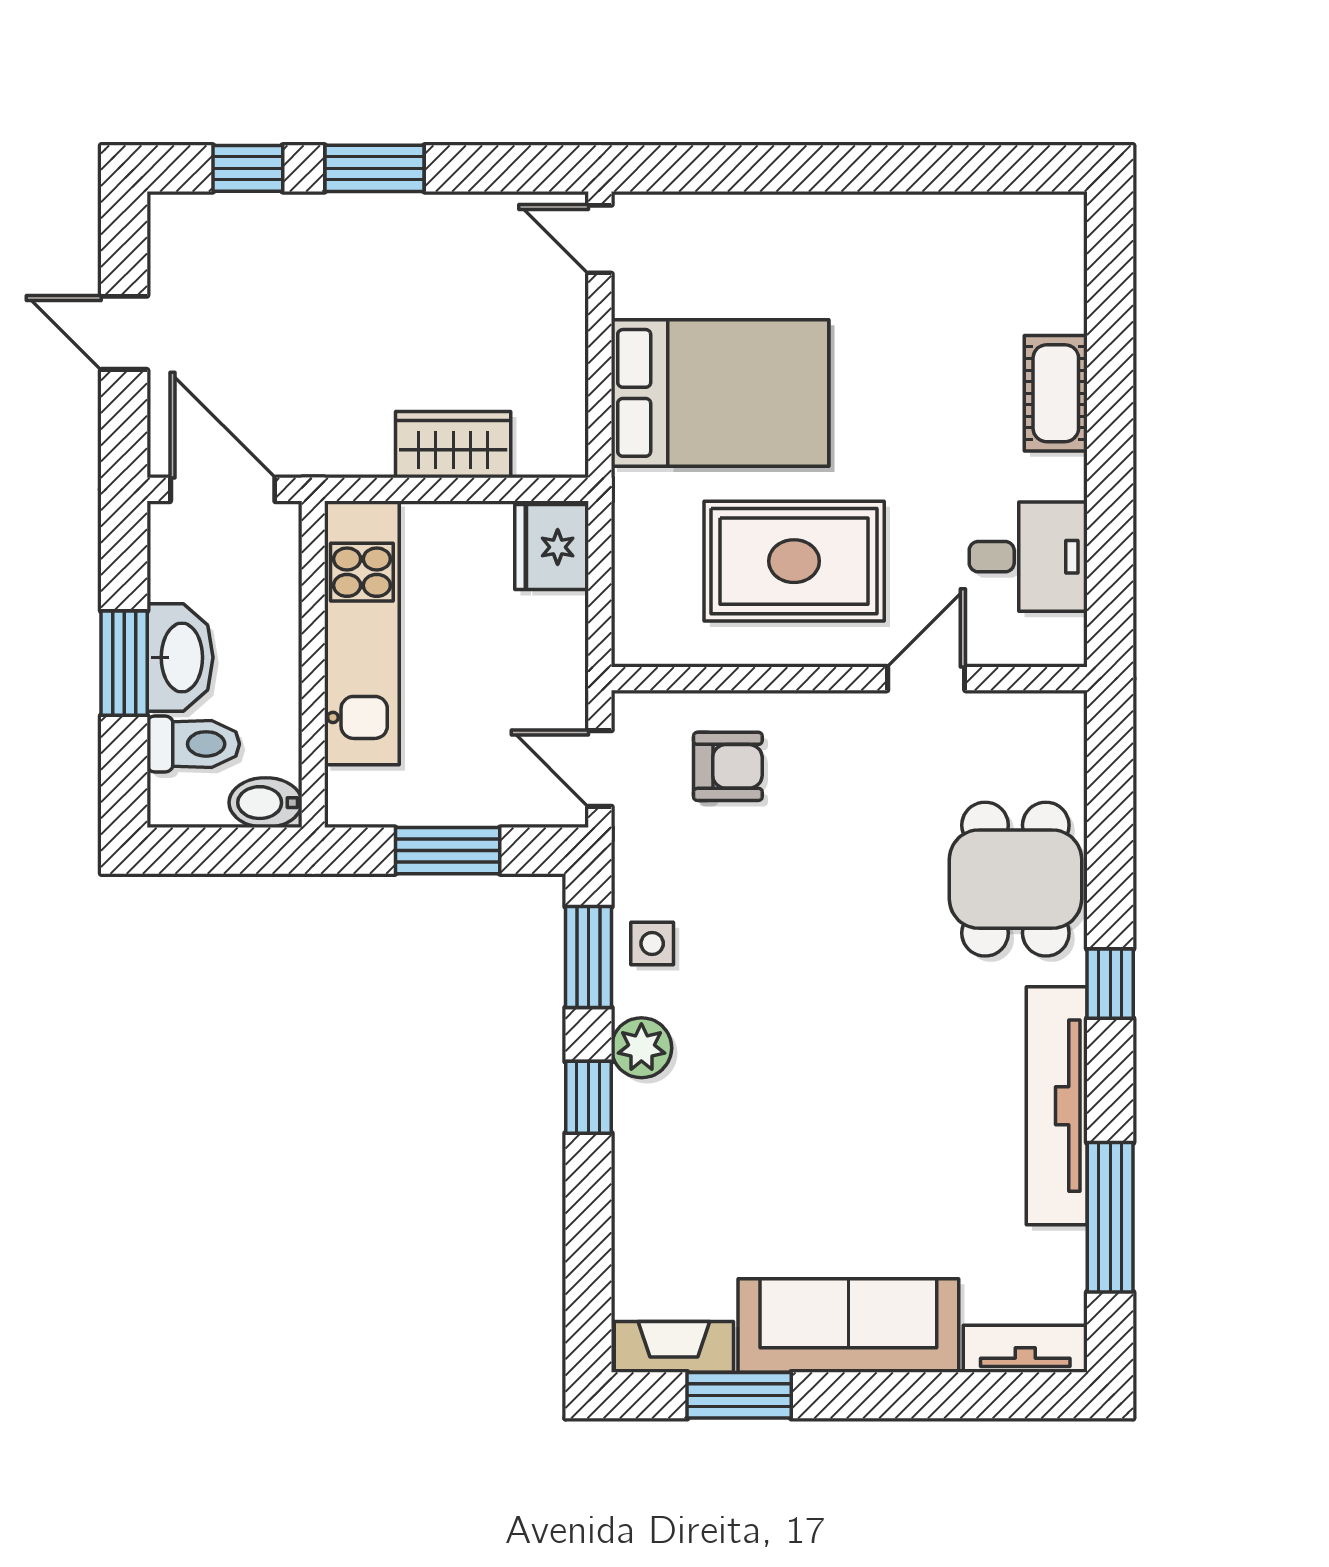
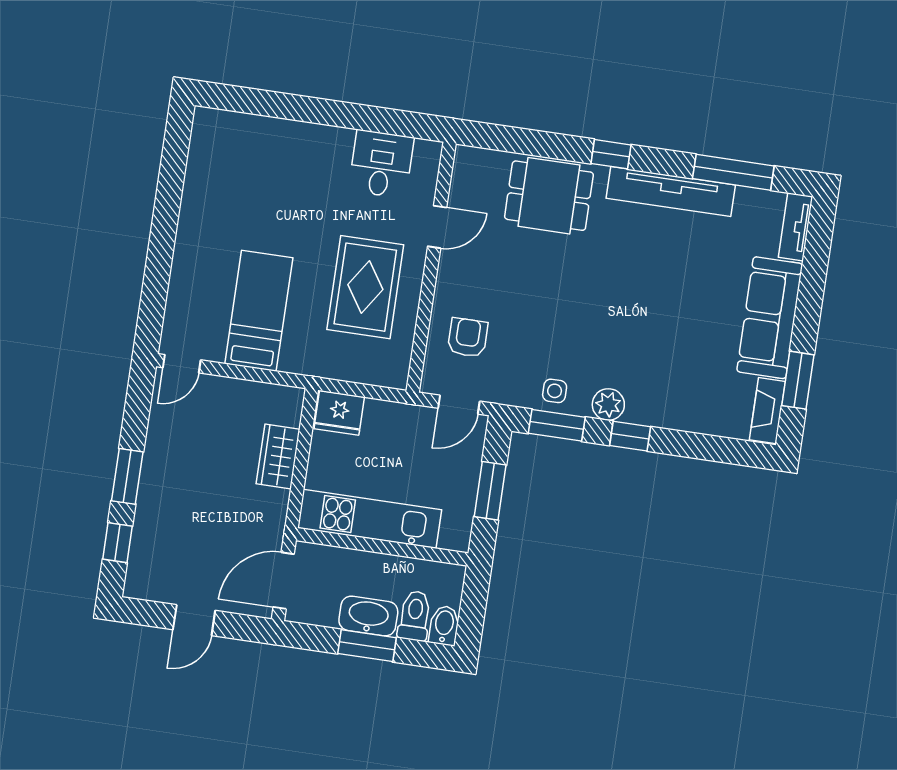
bed: (720, 393) -> (259, 311), width x0.67
cot: (1056, 393) -> (298, 137), removed
door: (926, 679) -> (437, 227), swing flipped
bidet: (266, 803) -> (444, 625), moved, turned 180

